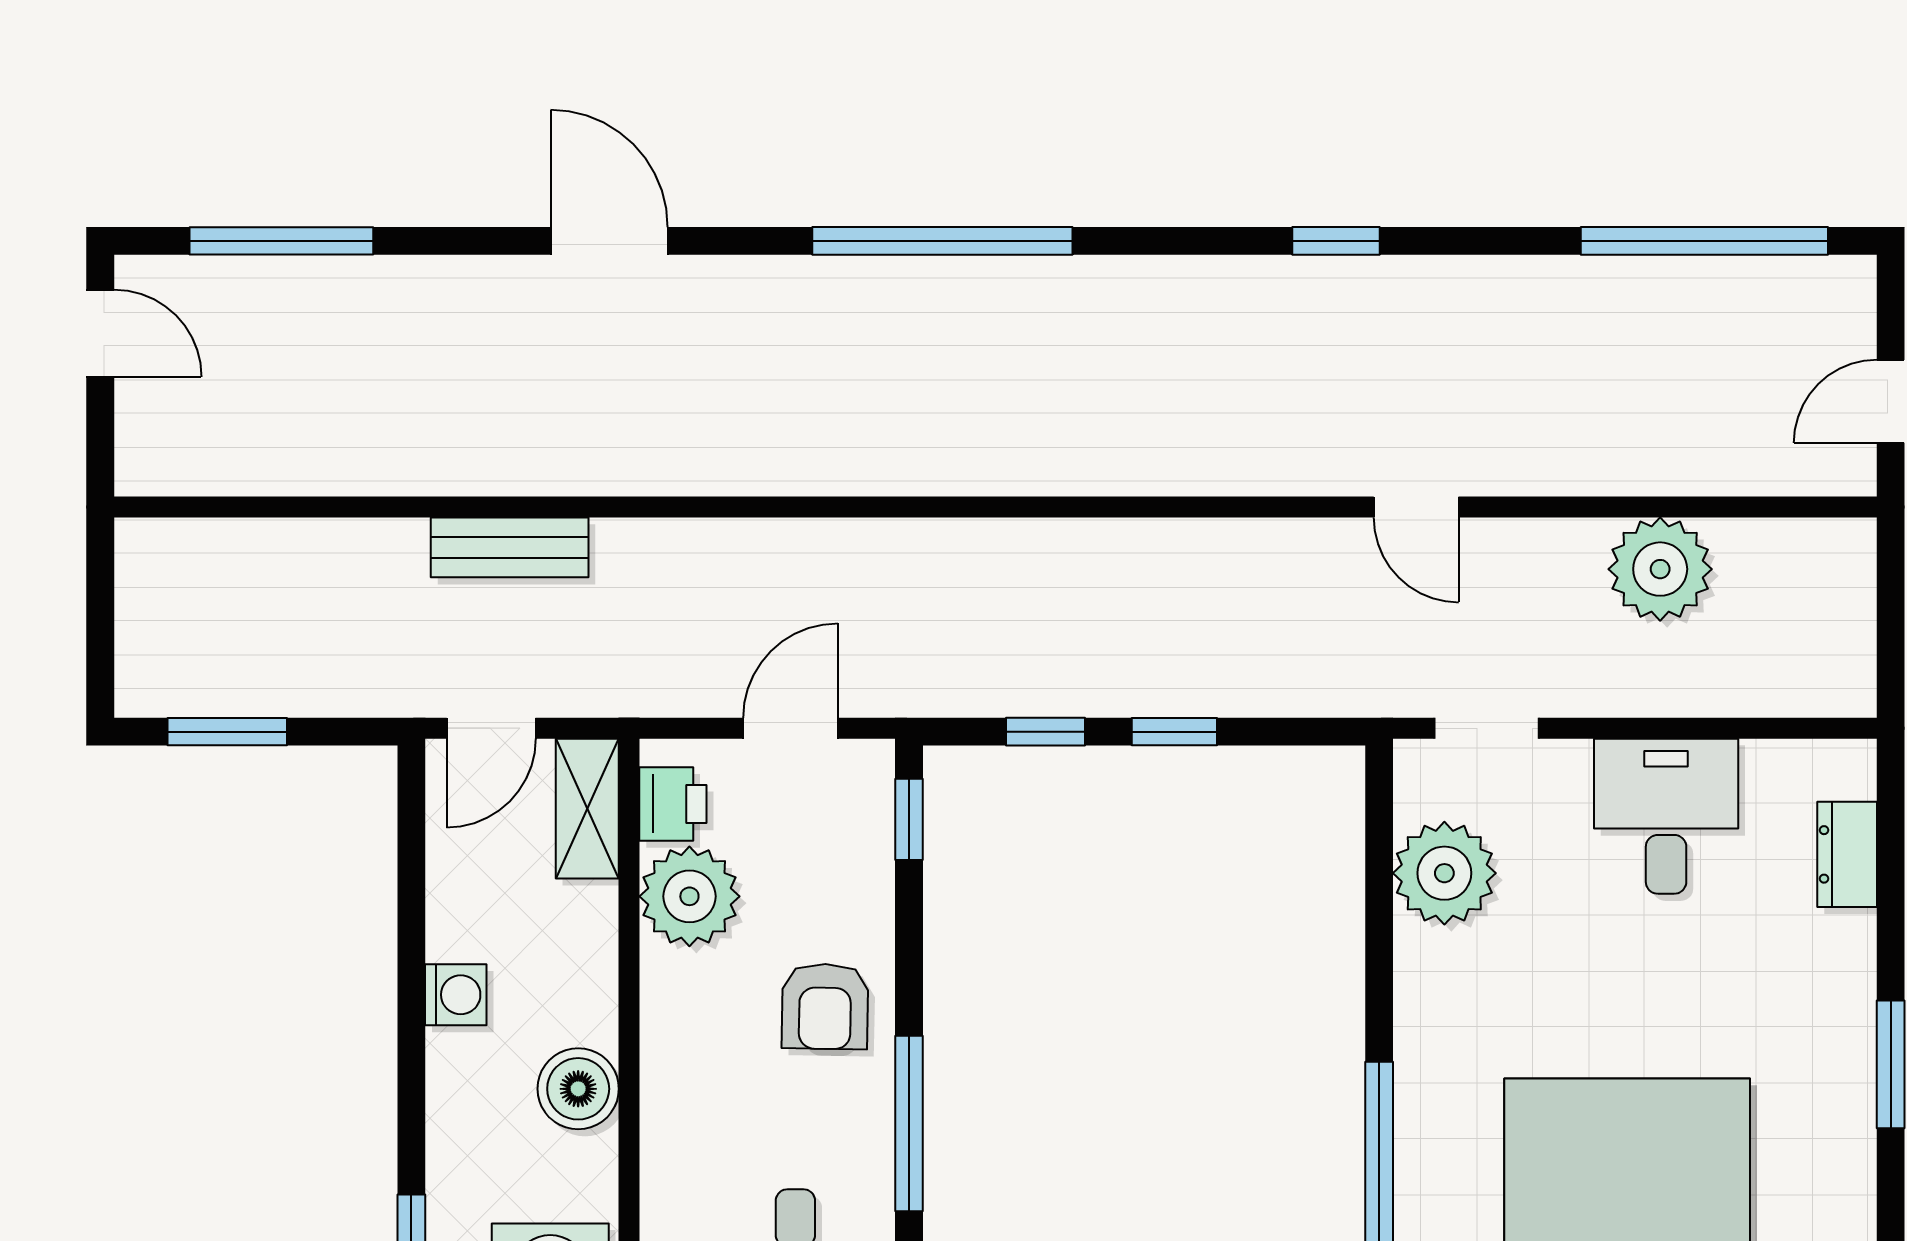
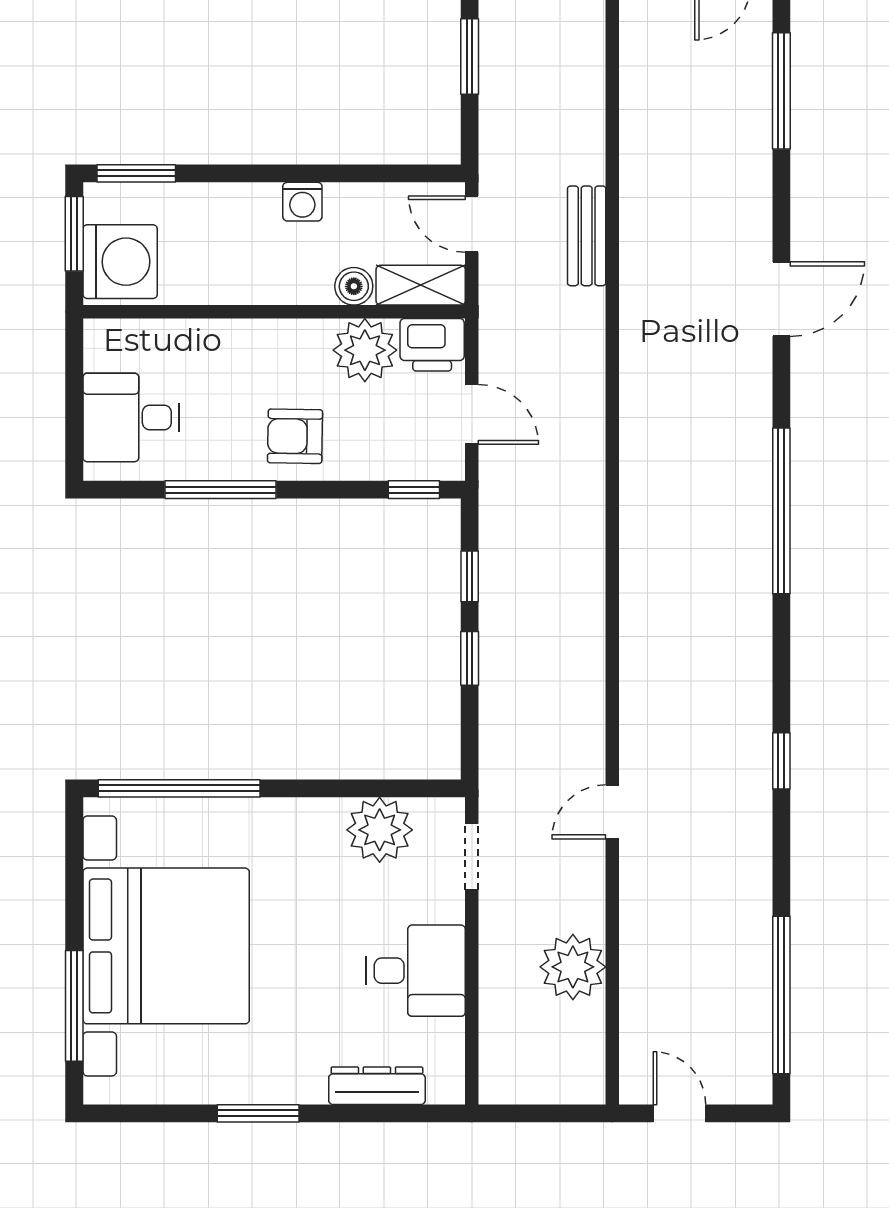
printer: (673, 804) -> (432, 345), width x1.36, depth x1.24
dresser: (1847, 854) -> (377, 1086), width x1.44
boiler: (578, 1089) -> (354, 286), moved, width x0.73, depth x0.73

